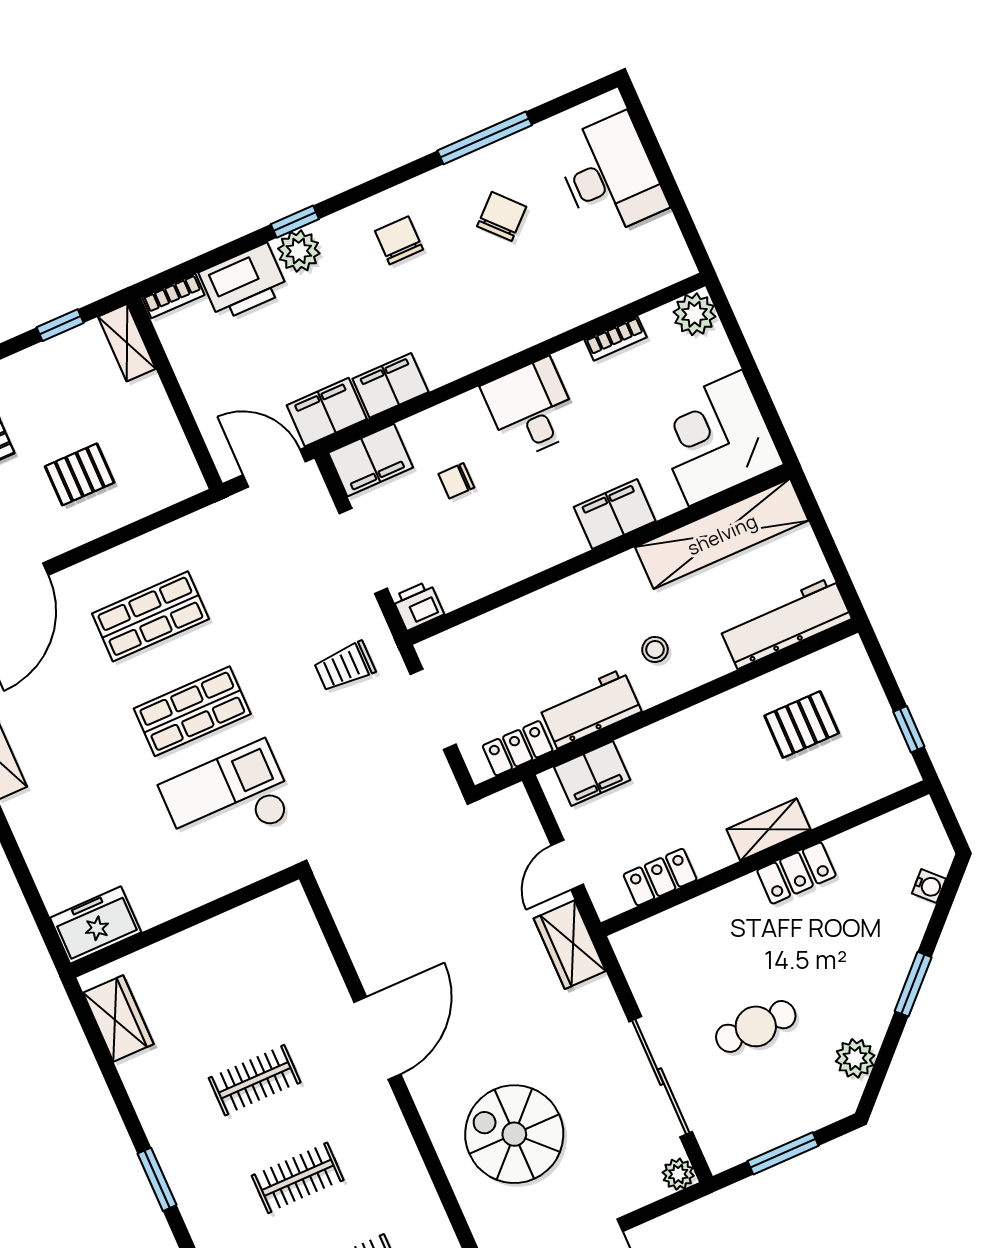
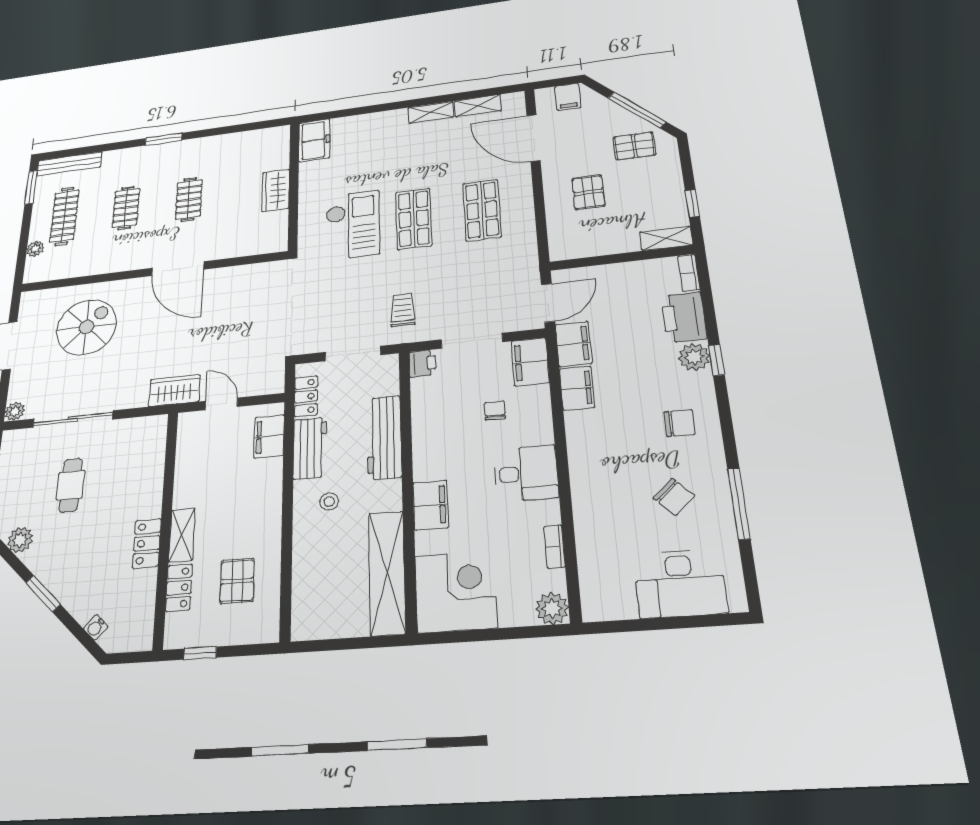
workbench: (785, 623) -> (384, 437), moved, turned 180
locker: (660, 877) -> (179, 588), moved
wardrobe: (118, 1018) -> (276, 190), moved, turned 90

